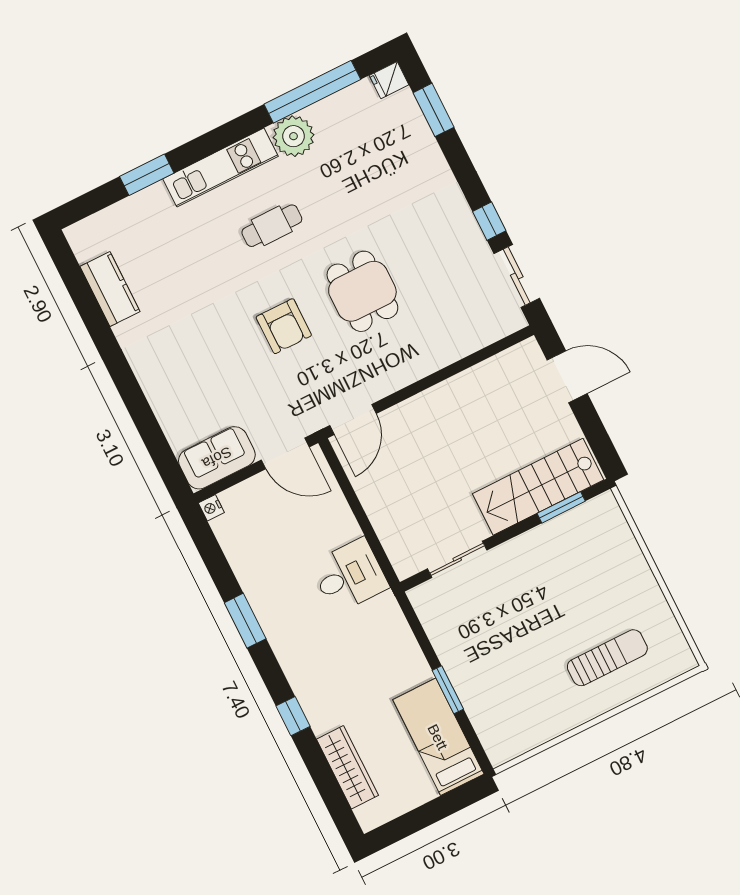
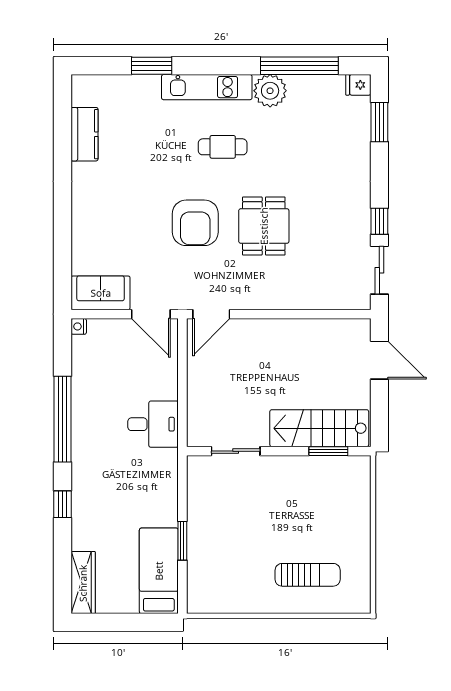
armchair: (284, 326) -> (195, 223), width x1.36, depth x1.36
window: (245, 621) -> (63, 419), width x2.11
wardrobe: (347, 767) -> (83, 583), moved

